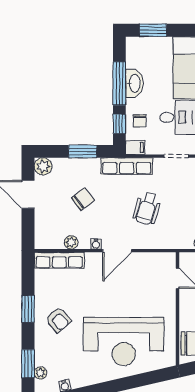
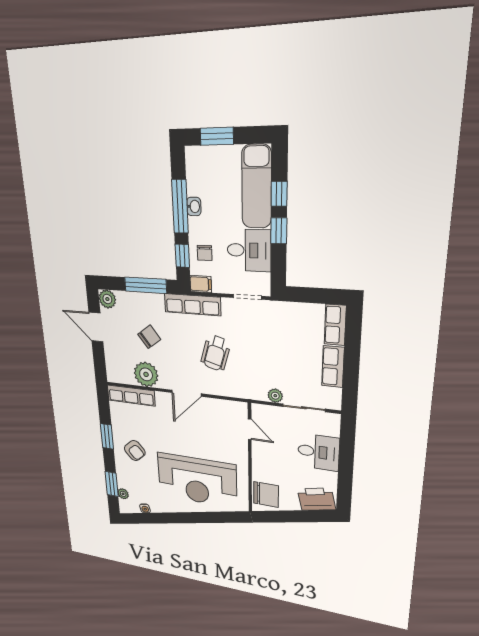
washbasin: (134, 83) -> (194, 206), width x0.52, depth x0.69
window: (83, 151) -> (146, 285), width x1.44
plant: (71, 242) -> (146, 374), width x1.87, depth x1.87
water cooler: (96, 244) -> (165, 384), removed

